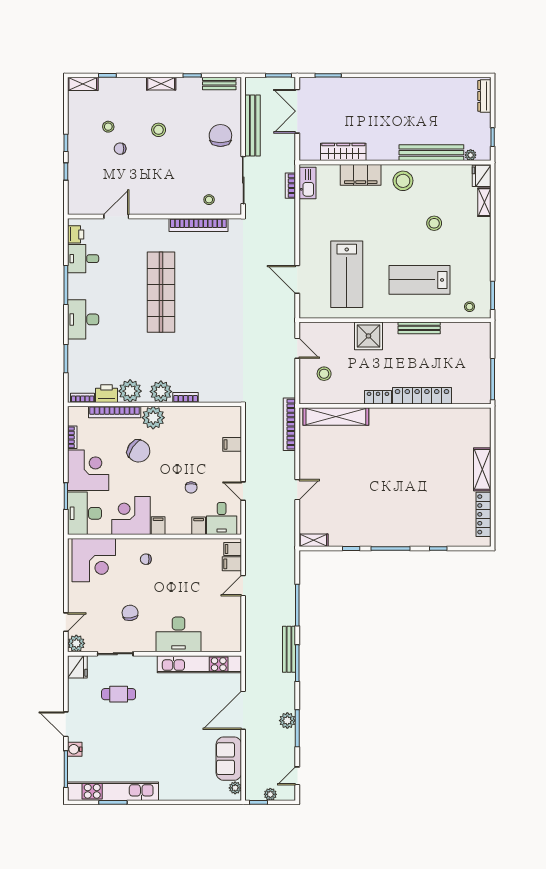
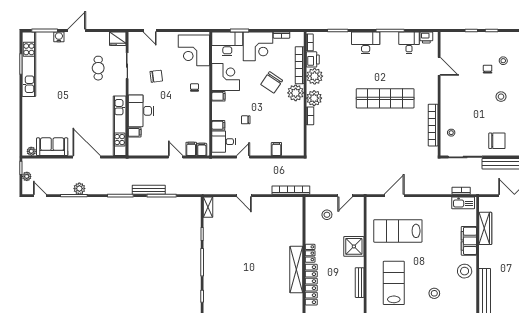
shelving: (336, 417) -> (296, 270), moved
plant: (76, 643) -> (134, 38), removed
filing cabinet: (209, 643) -> (135, 132), added
bench: (289, 649) -> (149, 190), moved

